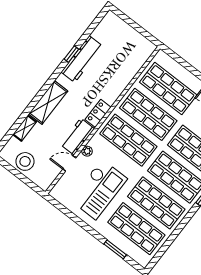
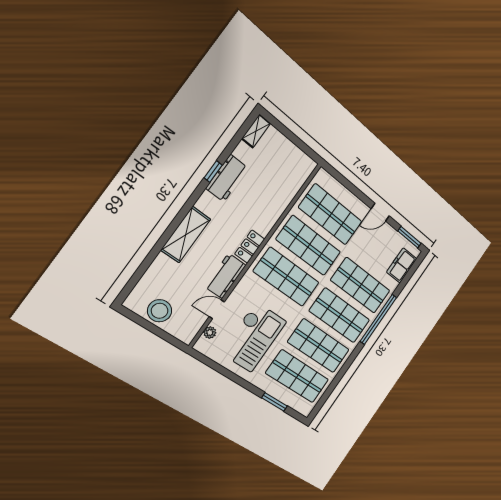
workbench: (82, 59) -> (227, 178), width x0.73
shelving: (25, 128) -> (256, 131), moved
plant: (87, 151) -> (210, 333), moved

